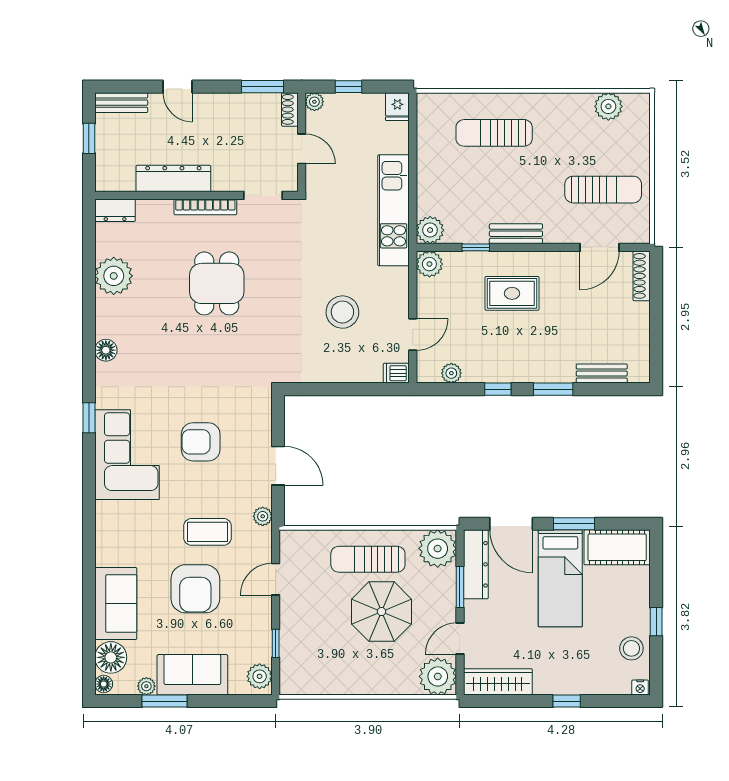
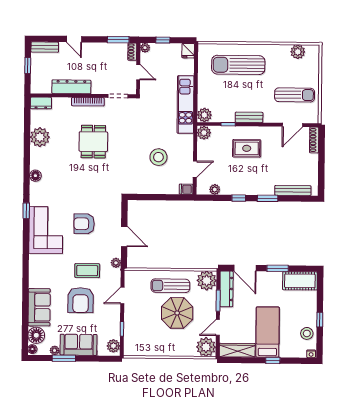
sun lounger: (494, 133) -> (238, 65), width x1.36, depth x1.34
bench: (602, 374) -> (293, 190), width x1.36
bed: (560, 578) -> (268, 332), moved, turned 180

